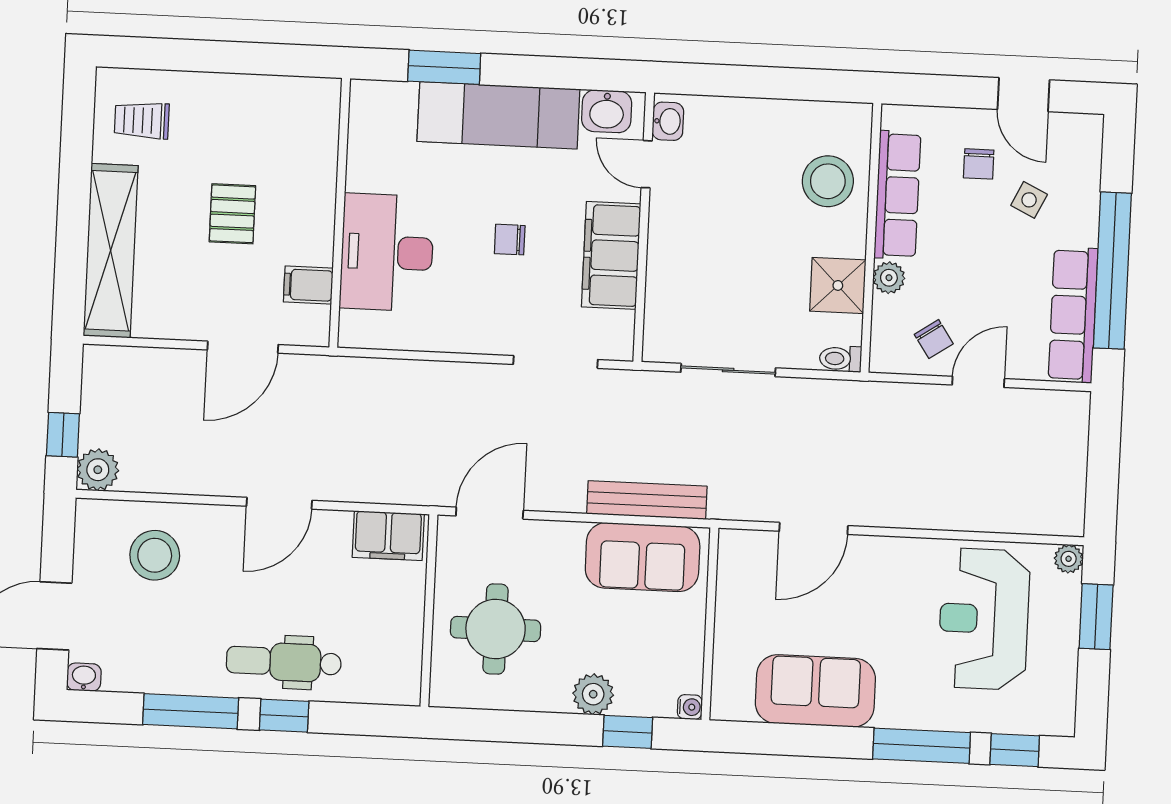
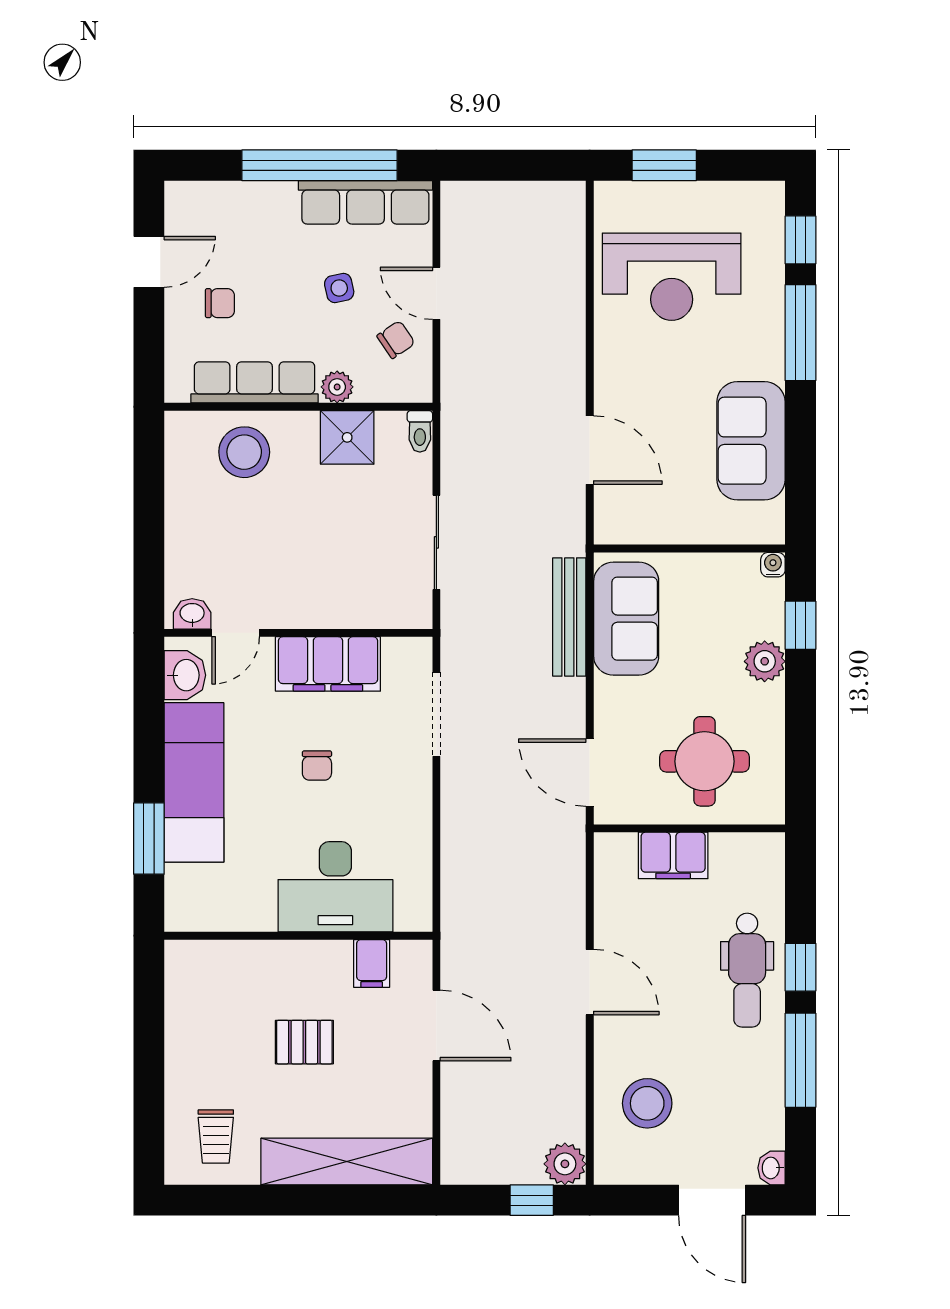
side table: (1029, 200) -> (339, 288), moved, turned -38
filing cabinet: (388, 536) -> (673, 855), moved, turned 90
plant: (1069, 559) -> (608, 195), removed

